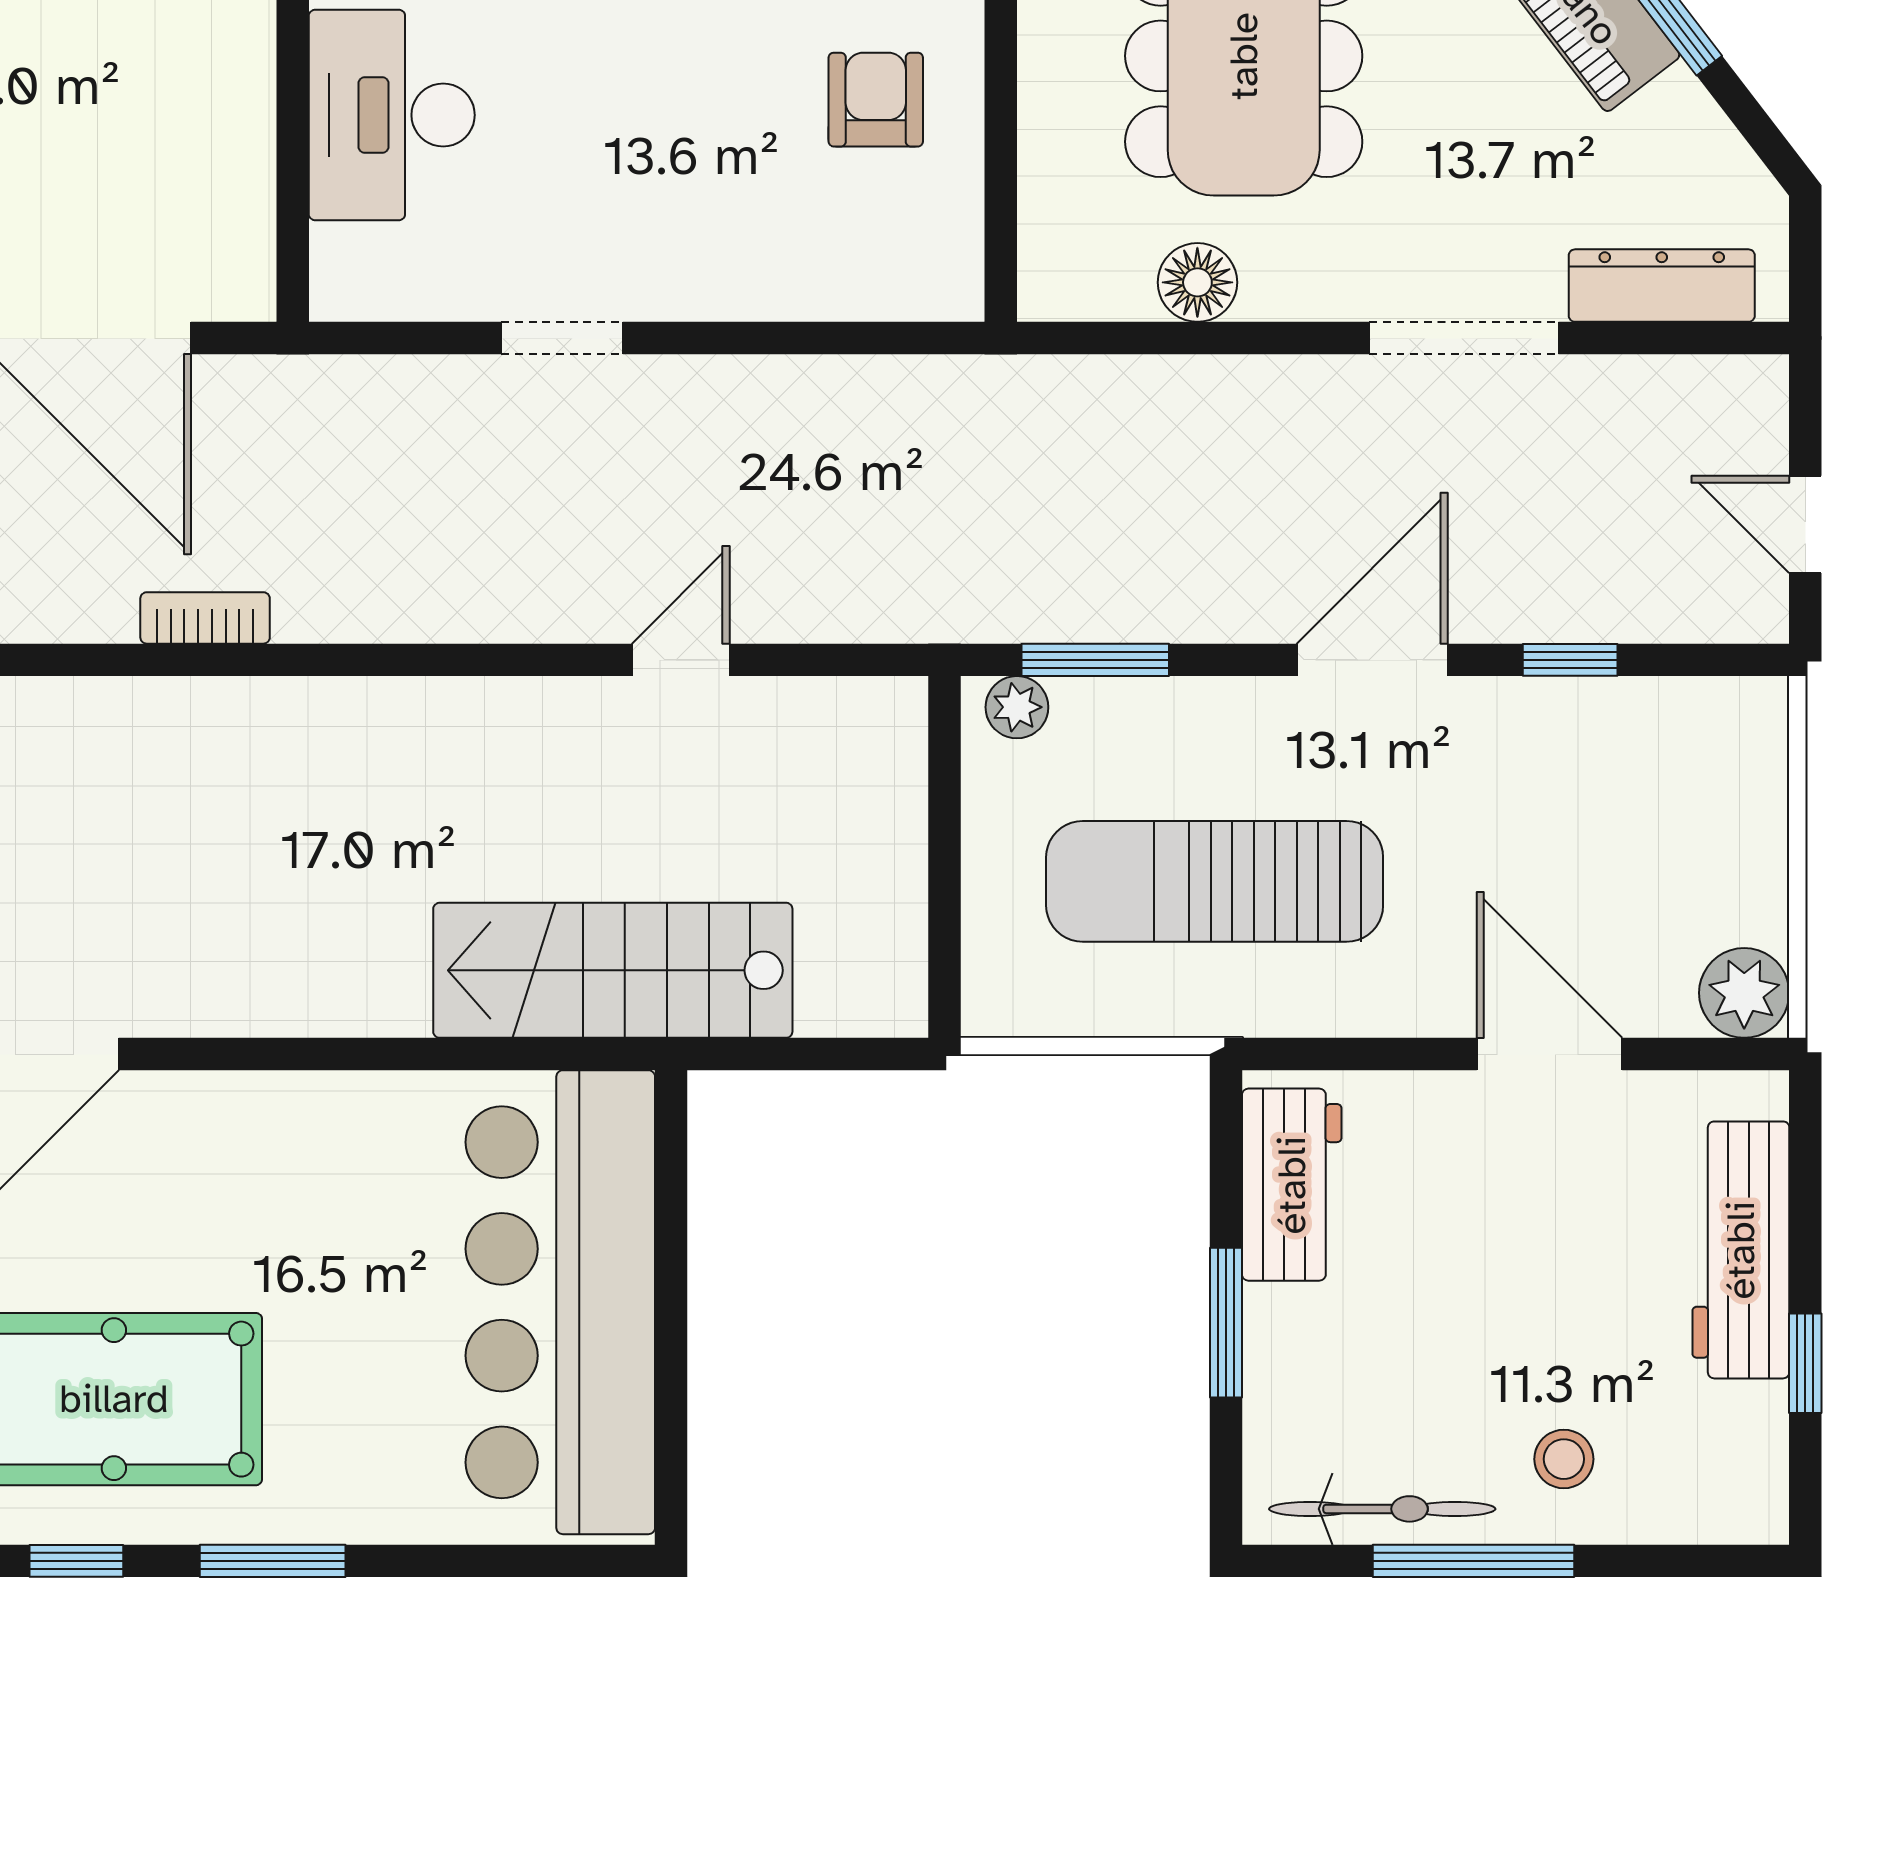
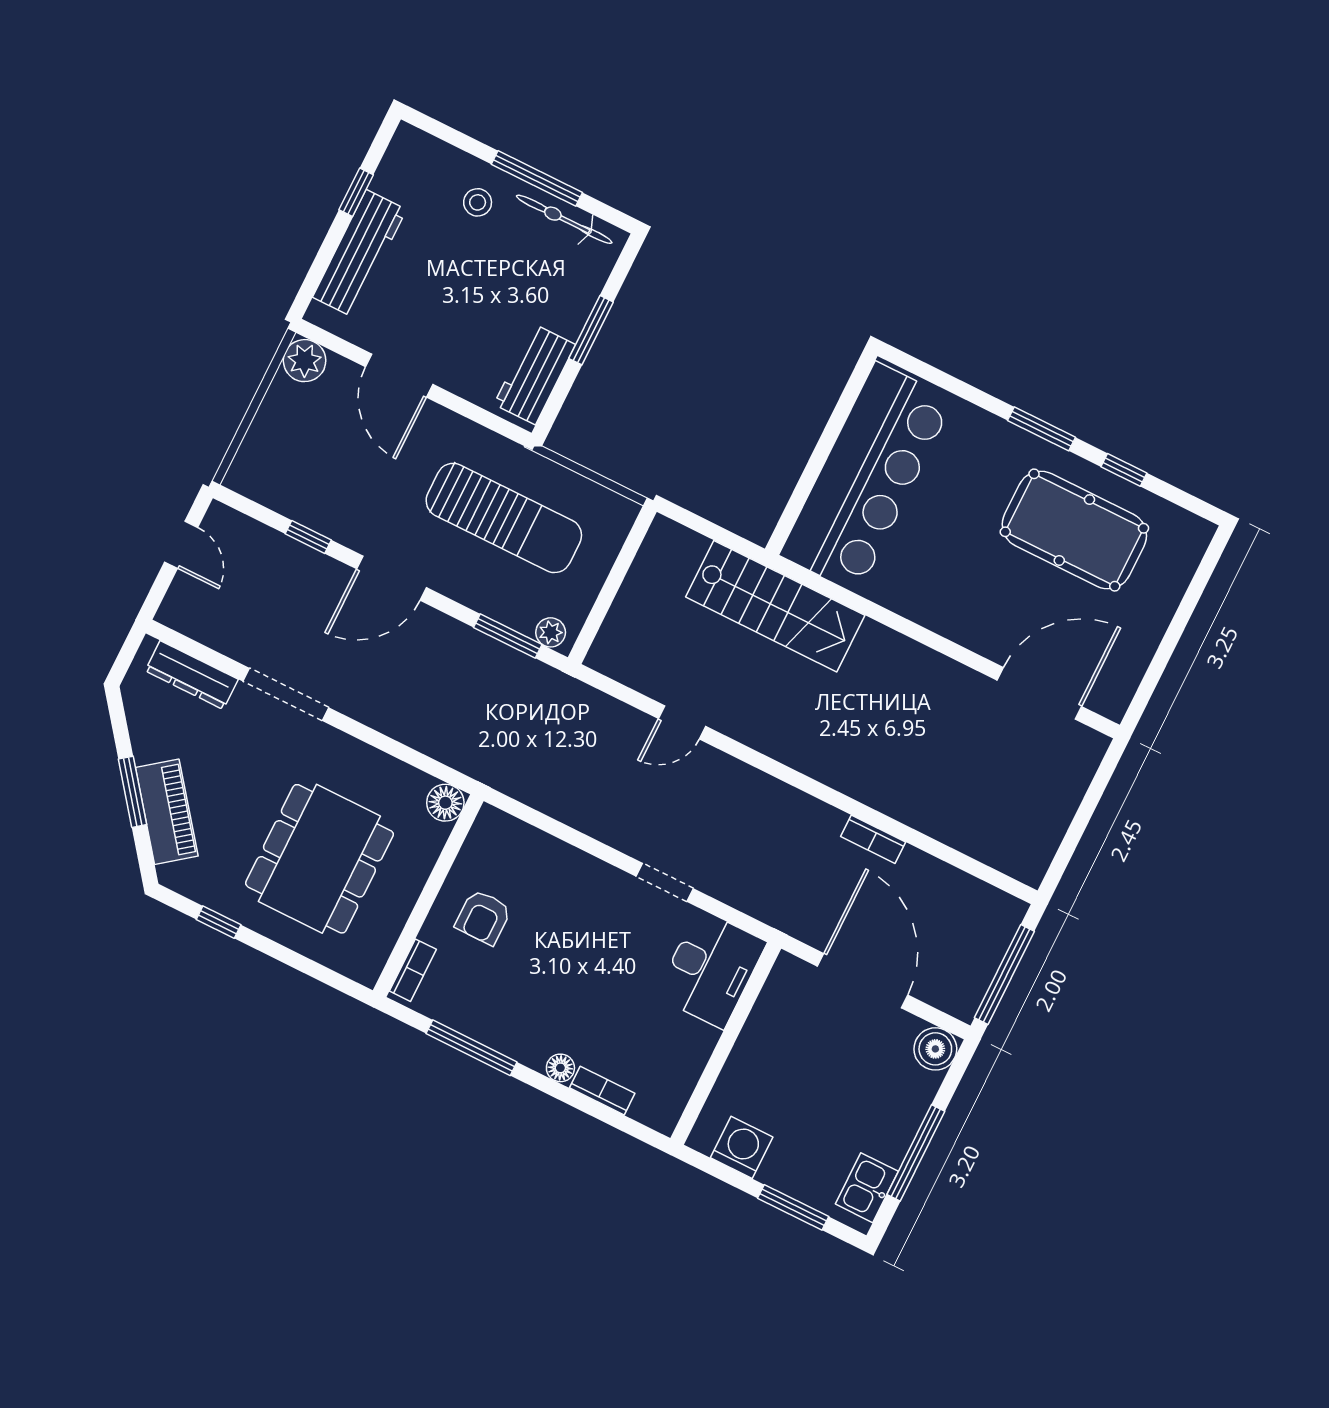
desk: (392, 115) -> (711, 969), moved
floor lamp: (1197, 282) -> (445, 803), moved

